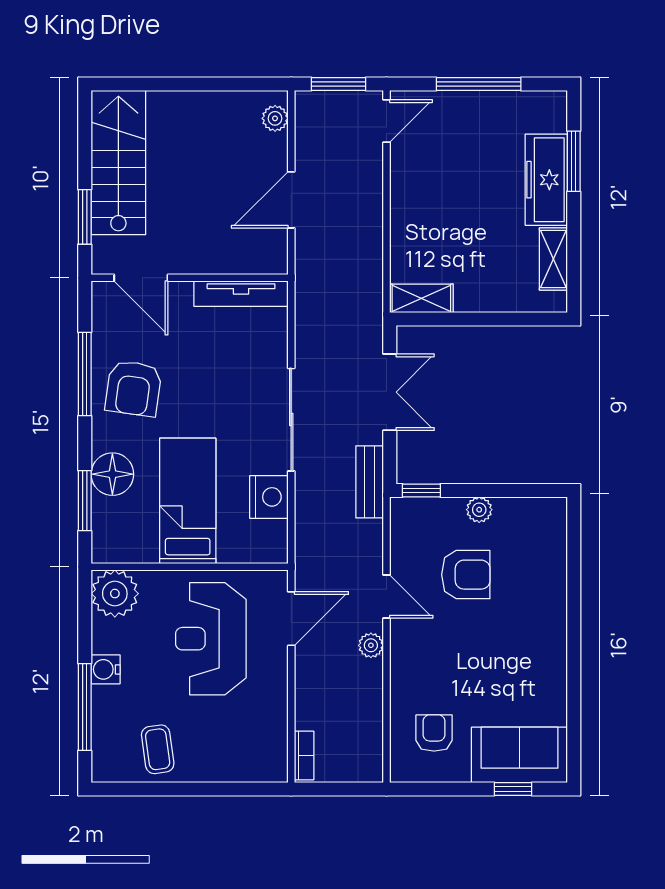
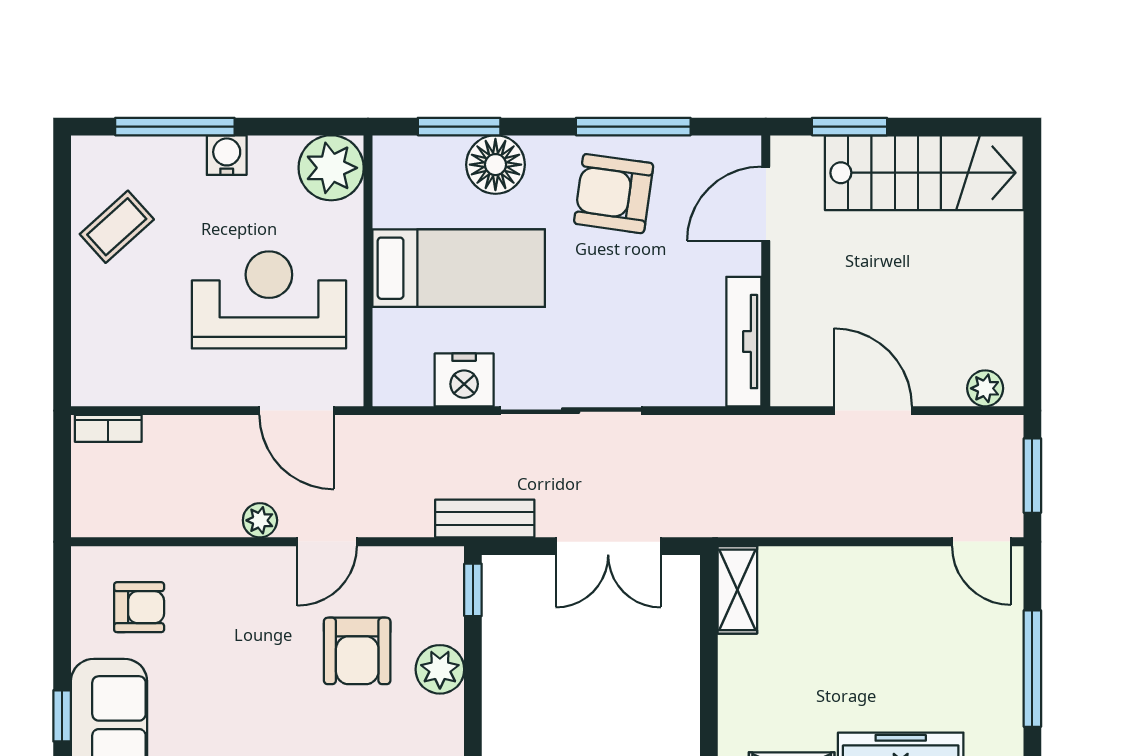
plant: (479, 510) -> (440, 669), width x1.38, depth x1.38
coffee table: (158, 749) -> (117, 227), turned -34

